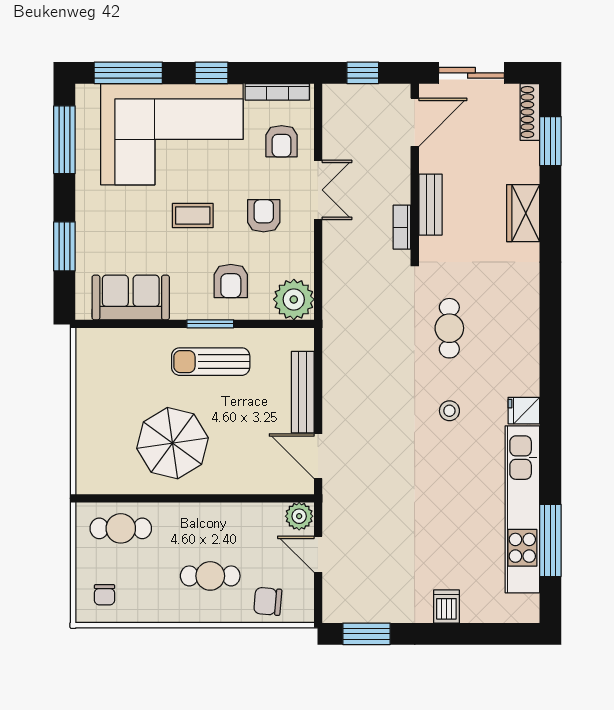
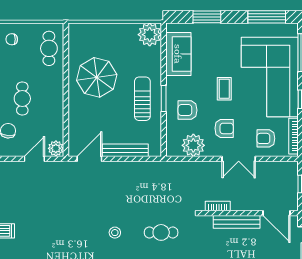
bench: (430, 205) -> (237, 222), width x1.36
plant: (294, 299) -> (193, 145), moved
plant: (96, 349) -> (150, 35), added

